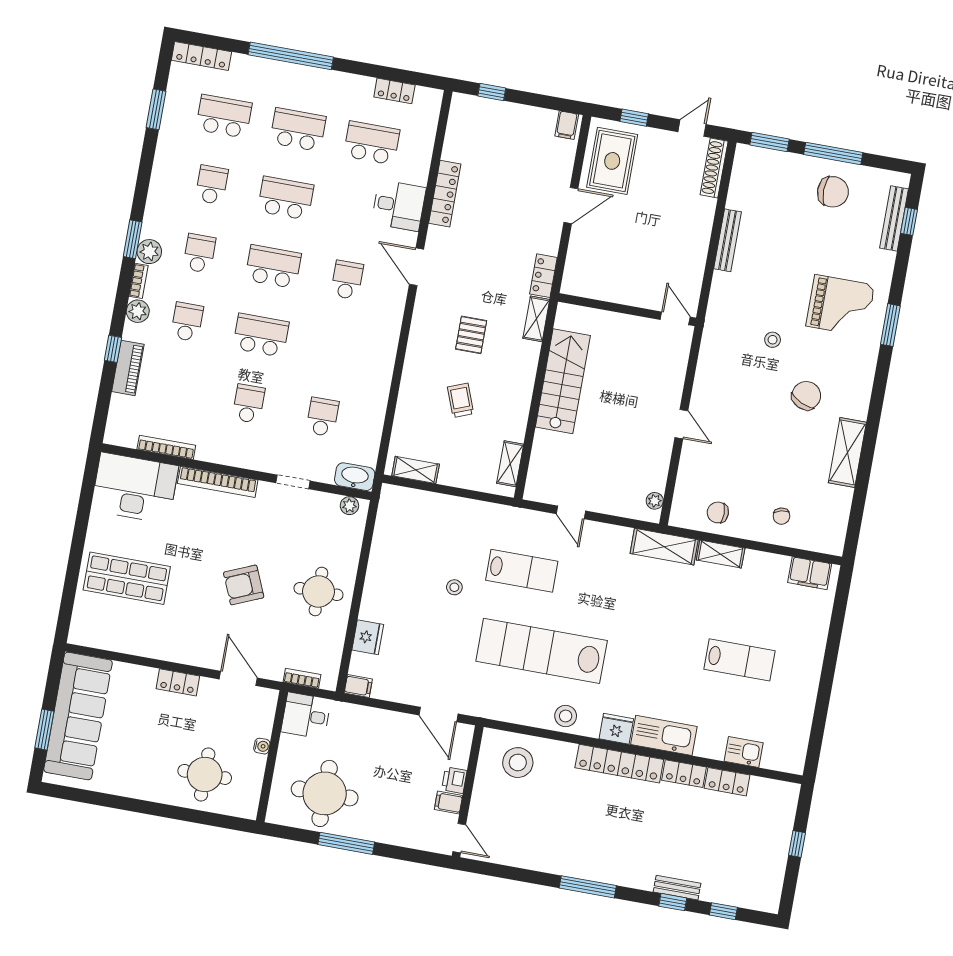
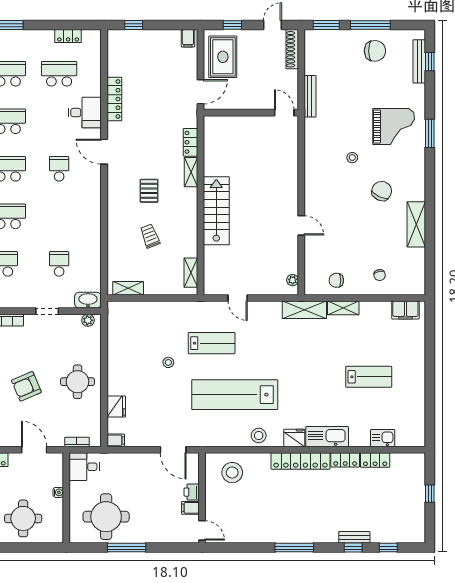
wall: (627, 310) -> (251, 113), moved
door: (675, 318) -> (284, 113), moved

